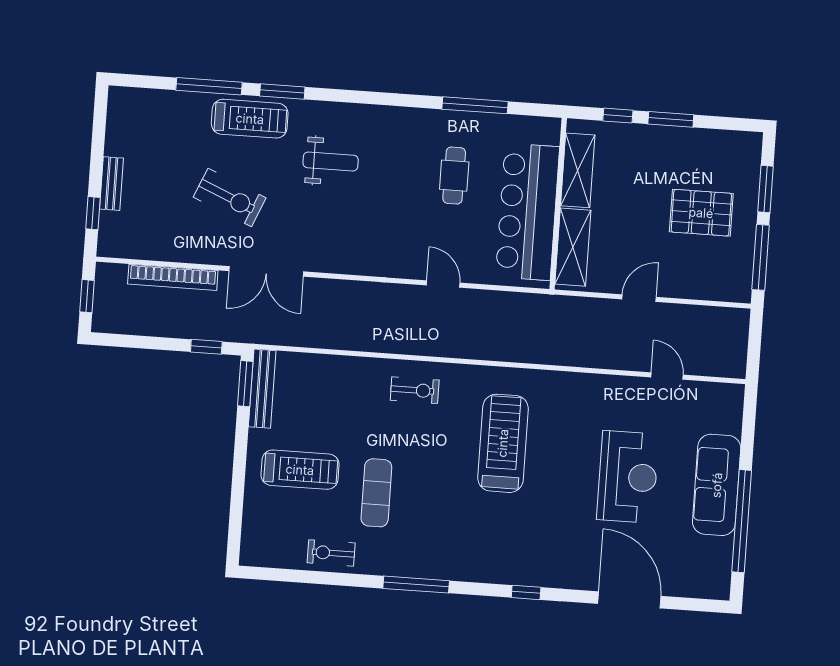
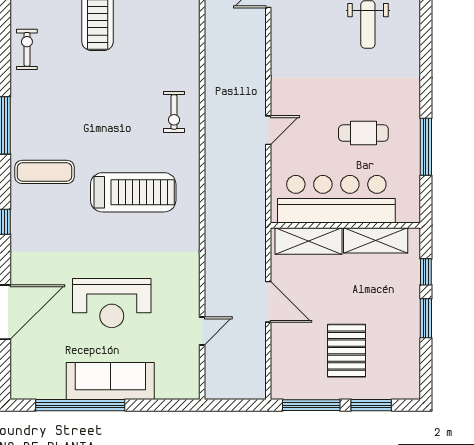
door: (639, 298) -> (268, 302), width x1.37
exercise mat: (376, 493) -> (45, 172), moved

